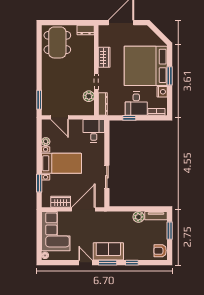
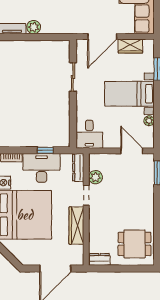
dining table: (57, 42) -> (135, 244), width x0.73
wardrobe: (104, 57) -> (76, 226), width x1.50
desk: (136, 104) -> (42, 168), width x1.37

